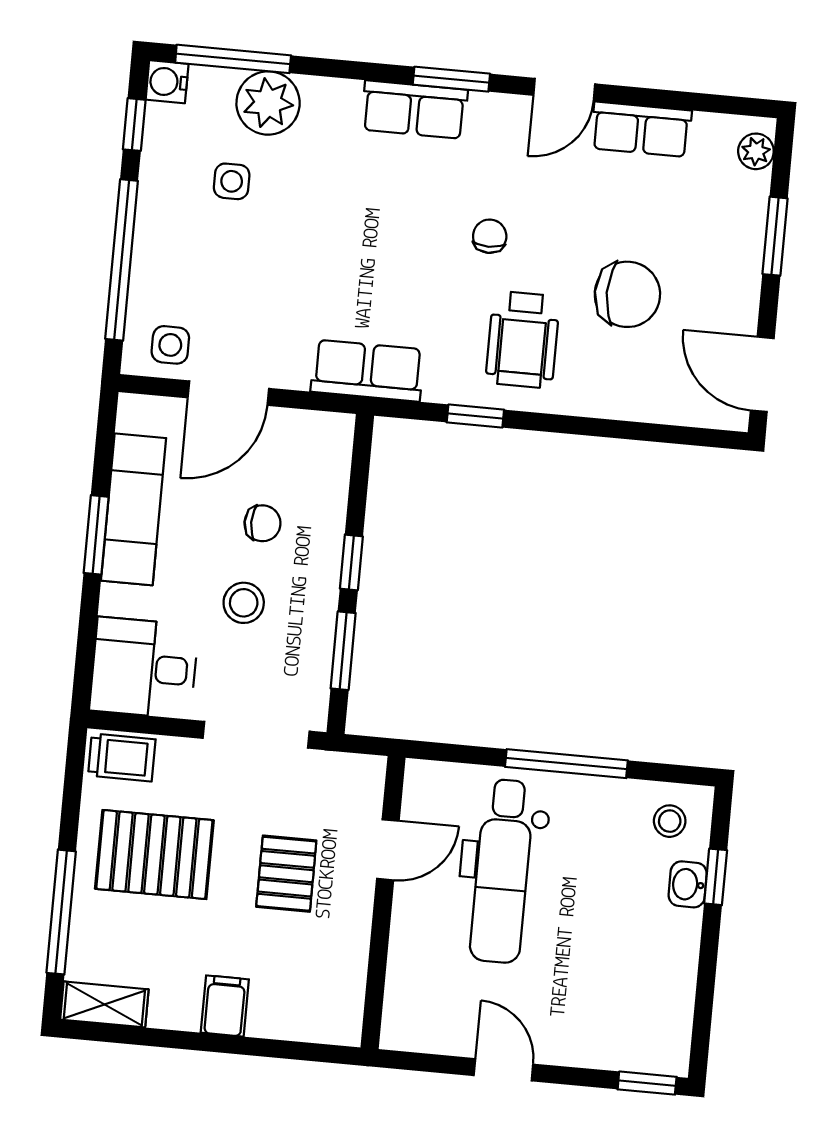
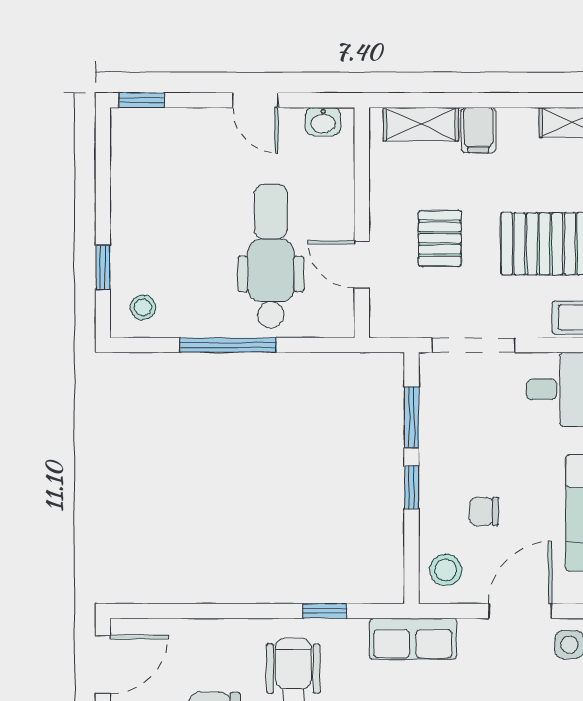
door: (762, 374) -> (103, 665), hinge flipped
stool: (244, 603) -> (446, 570), moved
door: (388, 850) -> (362, 264), hinge flipped
washbasin: (688, 884) -> (323, 122), moved, turned 90
shelving: (297, 1020) -> (421, 124), added

